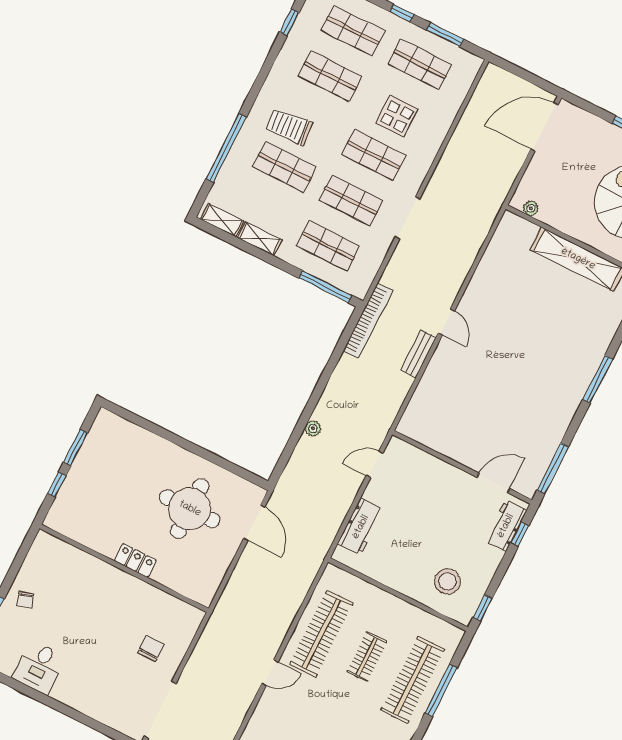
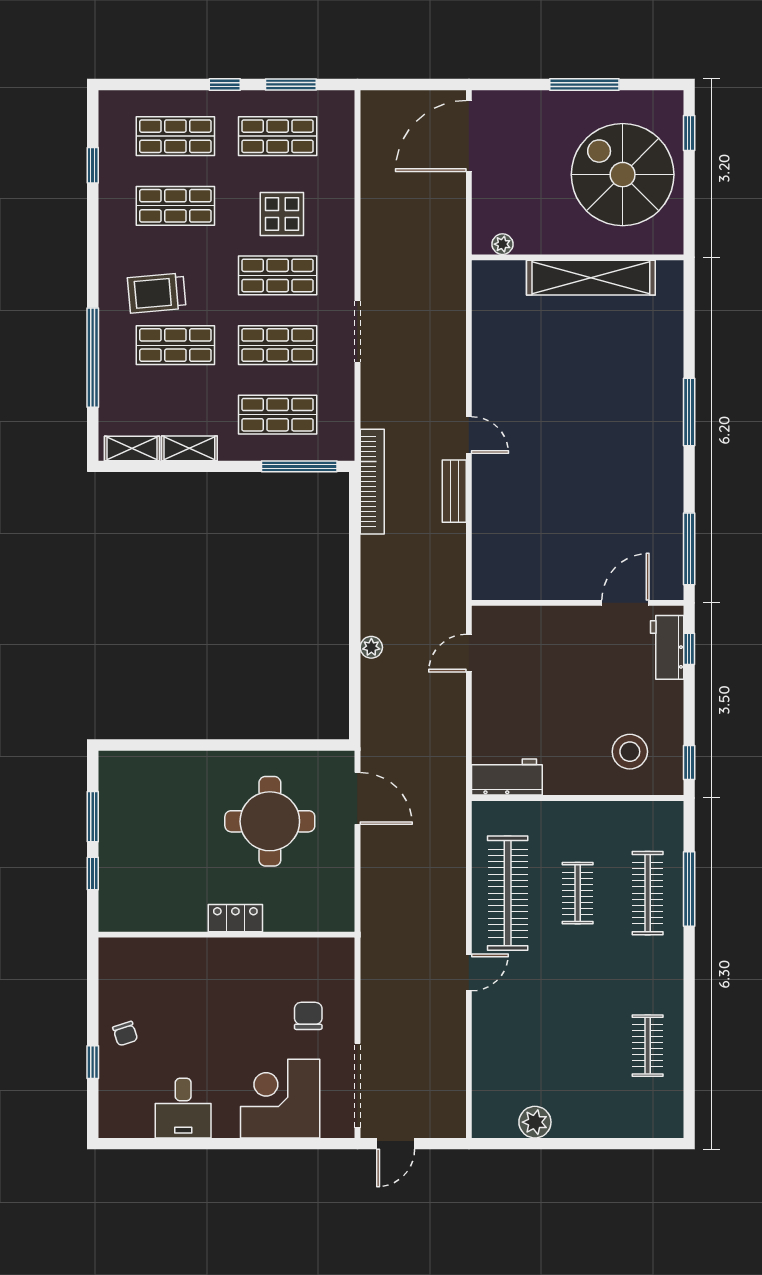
workbench: (361, 527) -> (507, 777), moved, turned -90
clothes rail: (413, 680) -> (648, 893), width x0.73, depth x0.76
corner desk: (105, 693) -> (280, 1099), added

